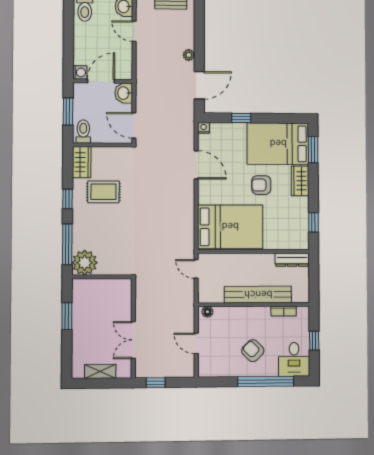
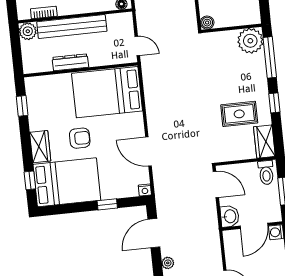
window: (313, 150) -> (30, 180), width x0.67
dresser: (292, 260) -> (70, 62), moved
boiler: (125, 285) -> (207, 23), added
plant: (301, 294) -> (28, 31), added

